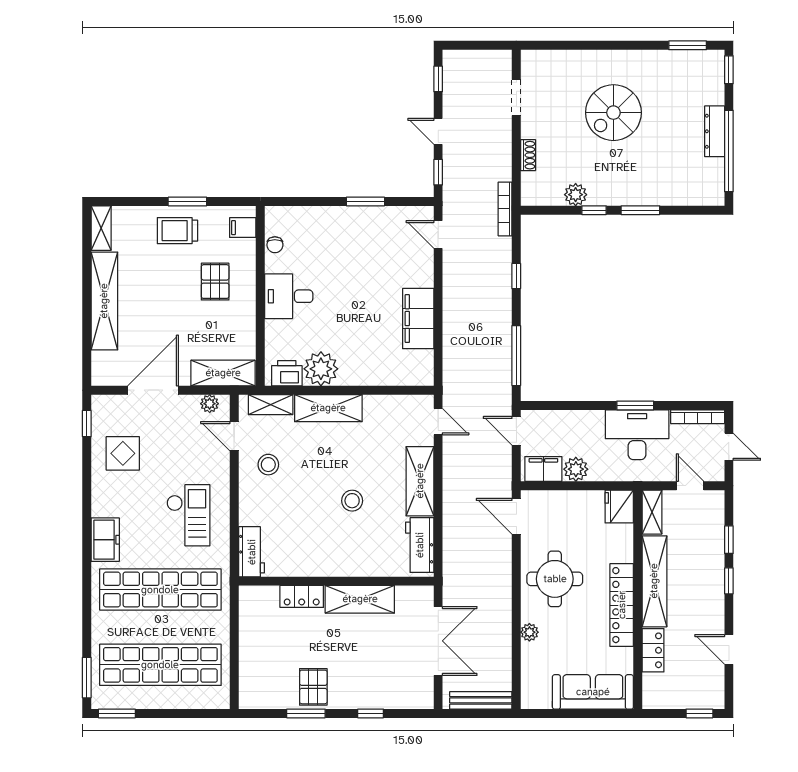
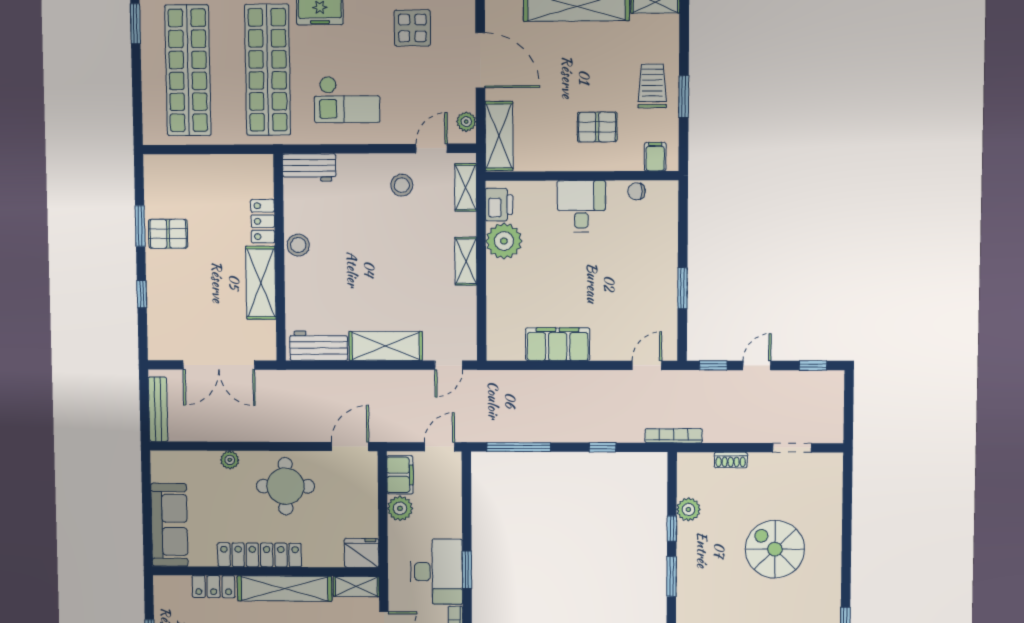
shelving: (328, 408) -> (466, 261), width x0.67, depth x0.75
stool: (352, 501) -> (298, 245), moved

